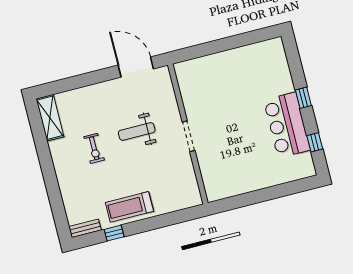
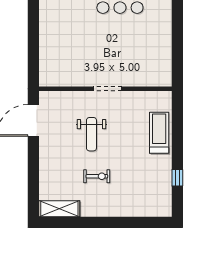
treadmill: (129, 207) -> (159, 133), moved, turned 180
bench: (85, 228) -> (167, 203), removed

